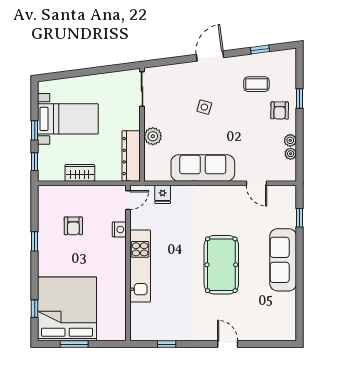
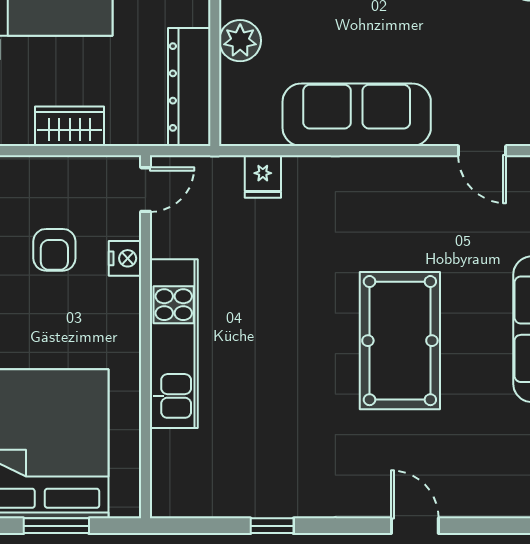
door: (128, 200) -> (146, 190), moved
nightstand: (119, 229) -> (125, 258), moved
wall: (128, 263) -> (146, 337), moved
kitchen unit: (140, 266) -> (174, 344), moved

